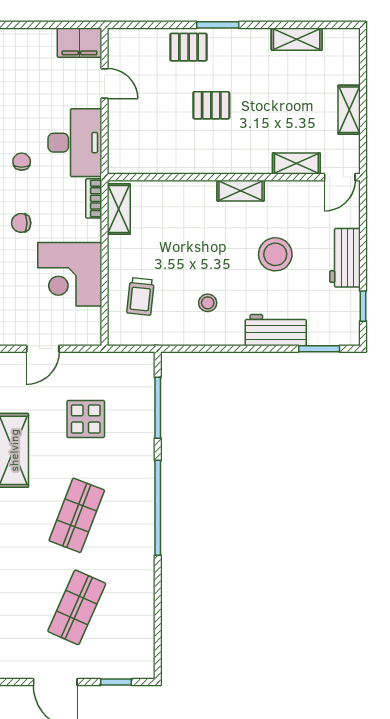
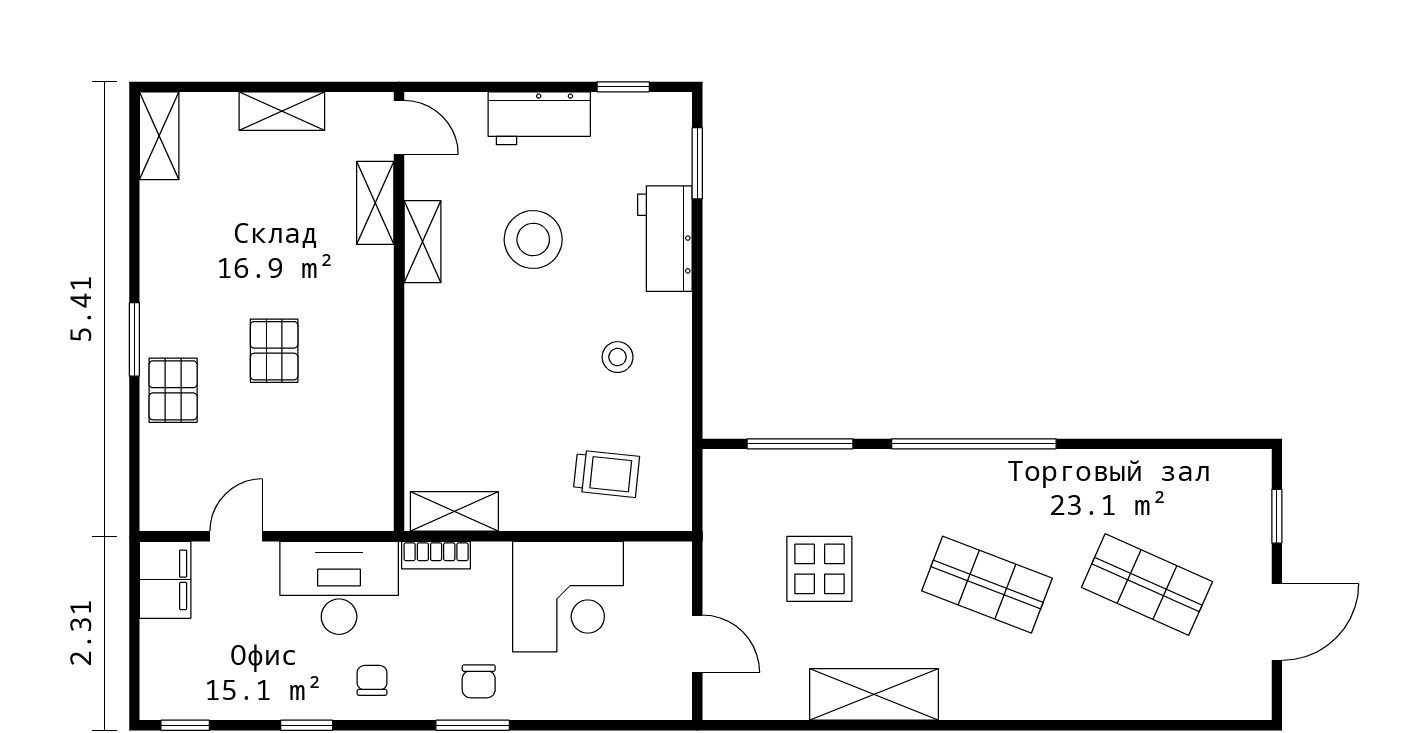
shelving: (297, 39) -> (159, 136), moved
chair: (22, 162) -> (372, 680), turned 90
shelving: (241, 191) -> (422, 242), moved

